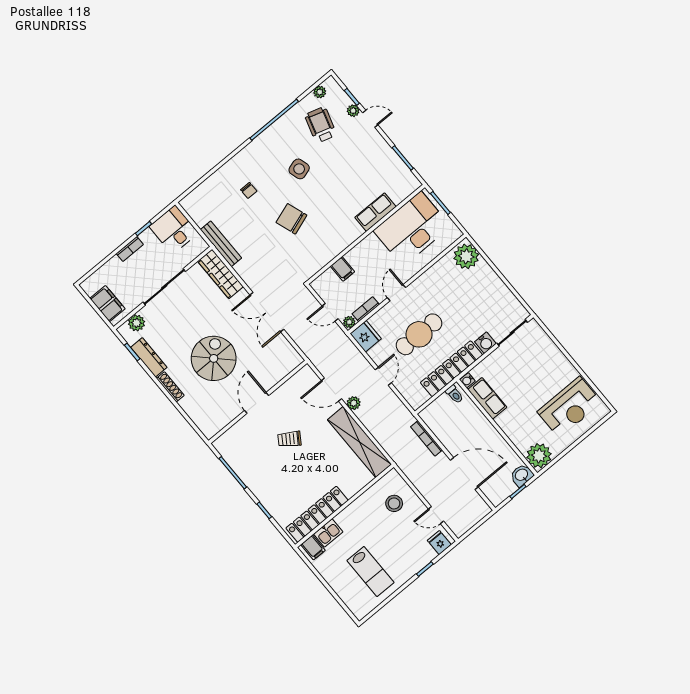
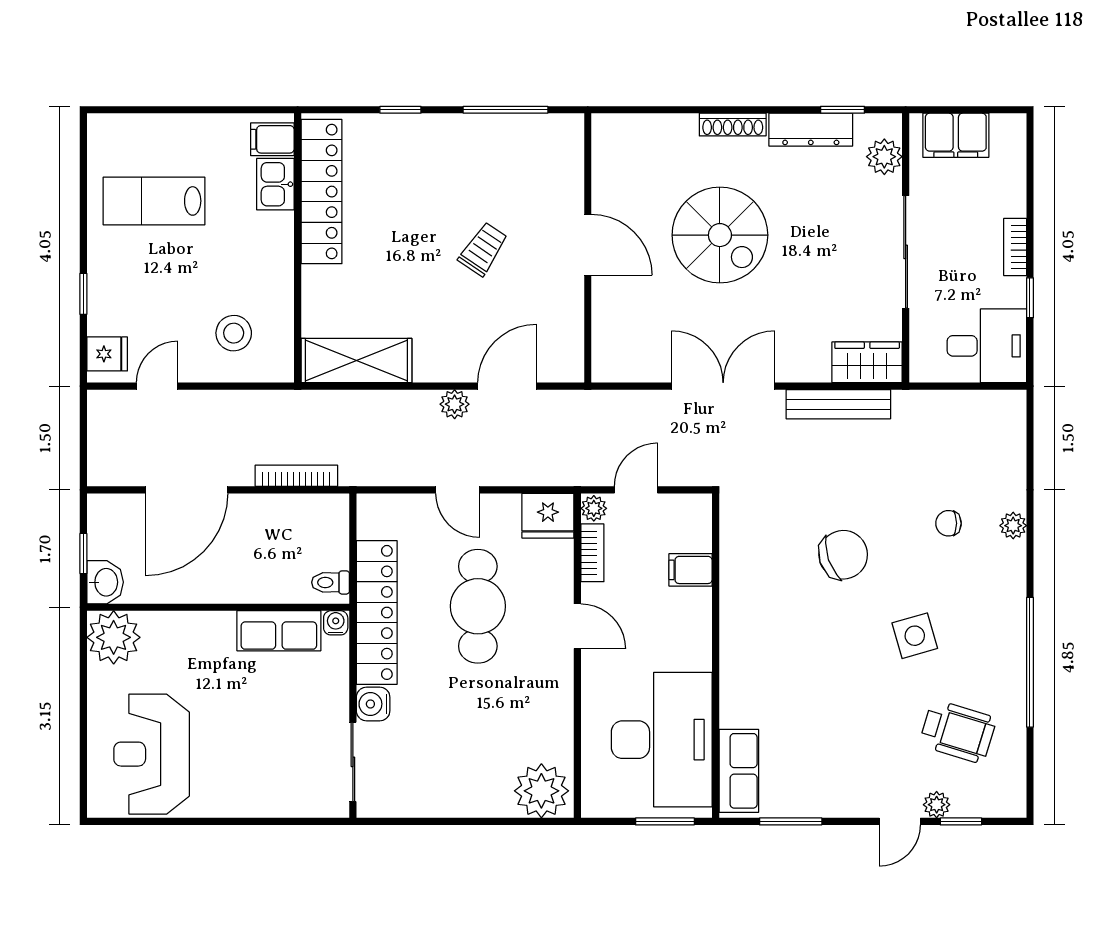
plant: (320, 92) -> (1013, 526), moved
row of seats: (375, 212) -> (739, 771), moved
bench: (221, 244) -> (838, 404), moved
wardrobe: (221, 274) -> (867, 362), width x0.67
shelving: (360, 442) -> (356, 361), width x0.68

